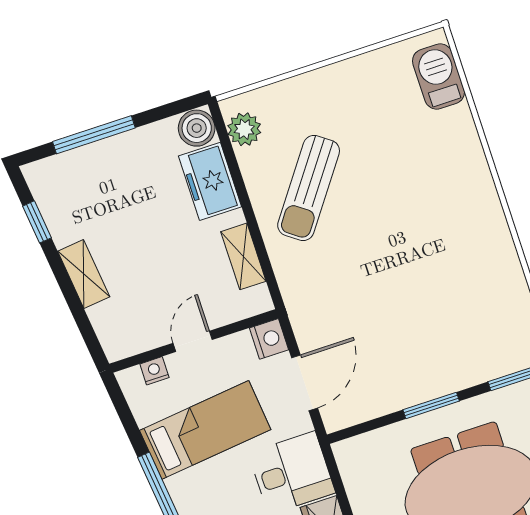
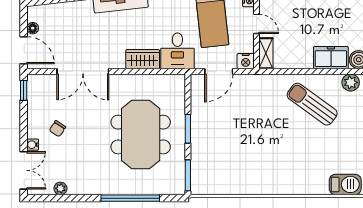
shelving: (243, 256) -> (266, 53), moved, turned 90
door: (305, 383) -> (219, 71), hinge flipped

